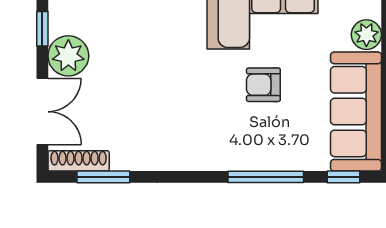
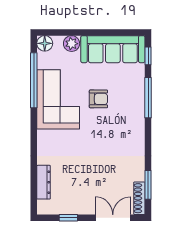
plant: (68, 56) -> (83, 204), removed
armchair: (263, 85) -> (98, 99), turned -90

